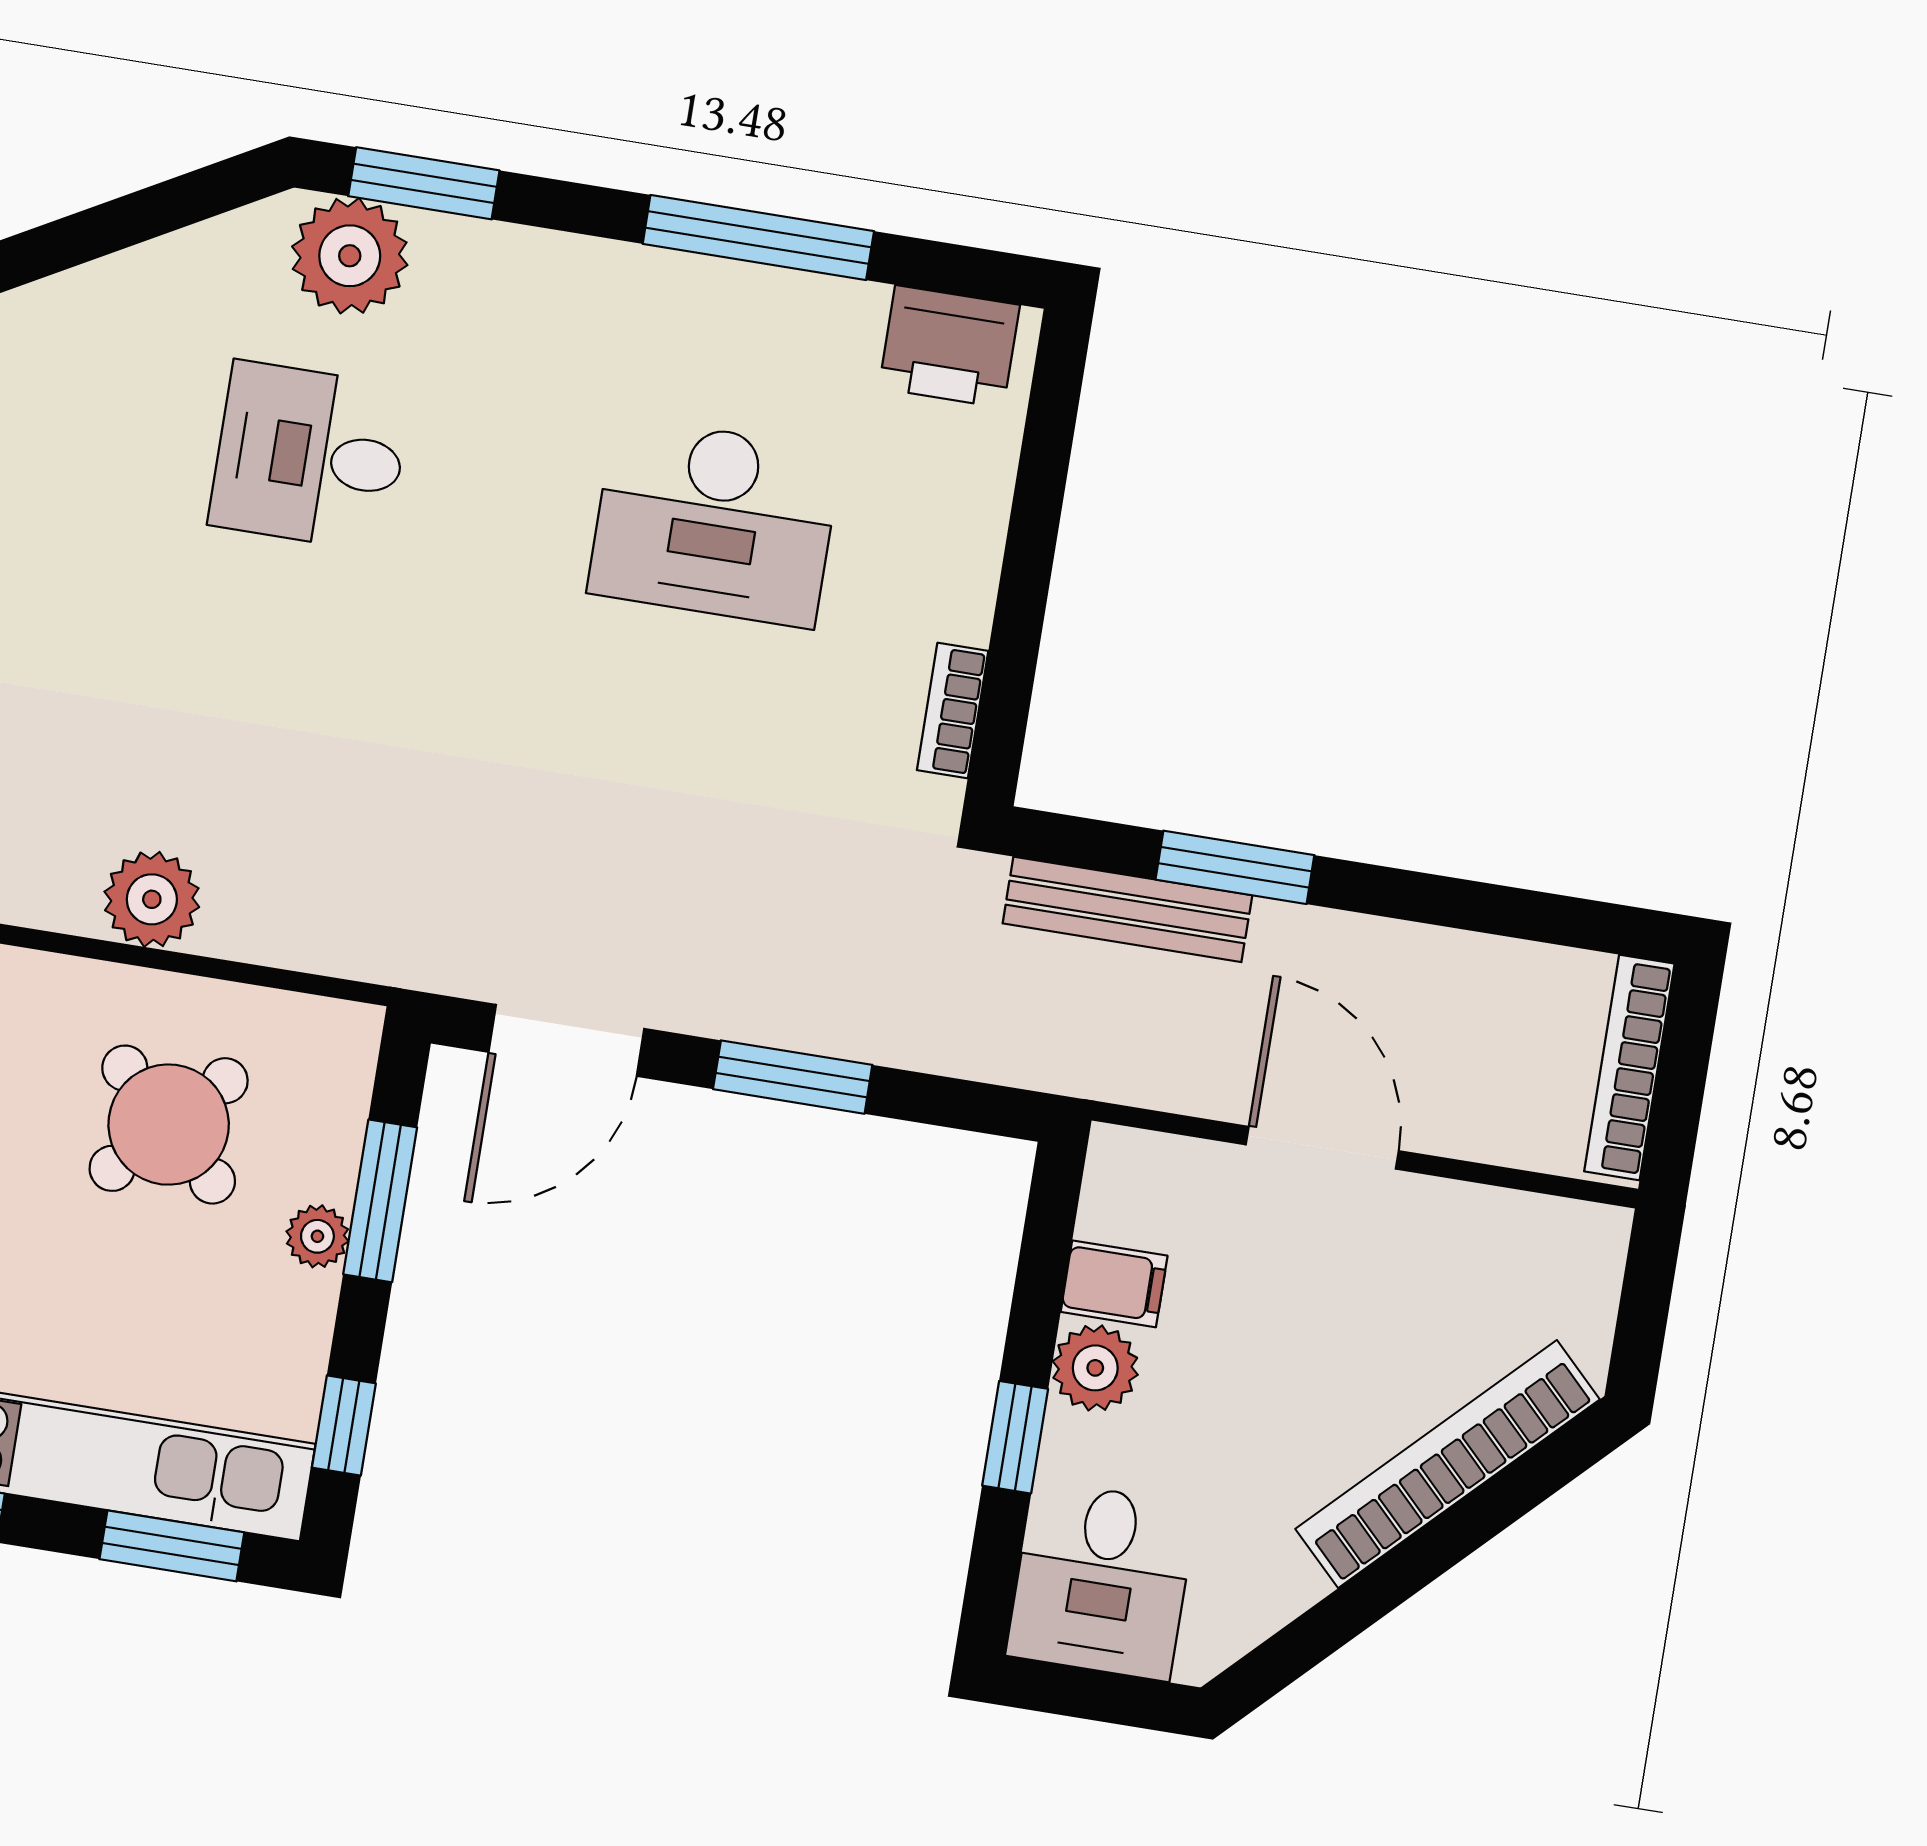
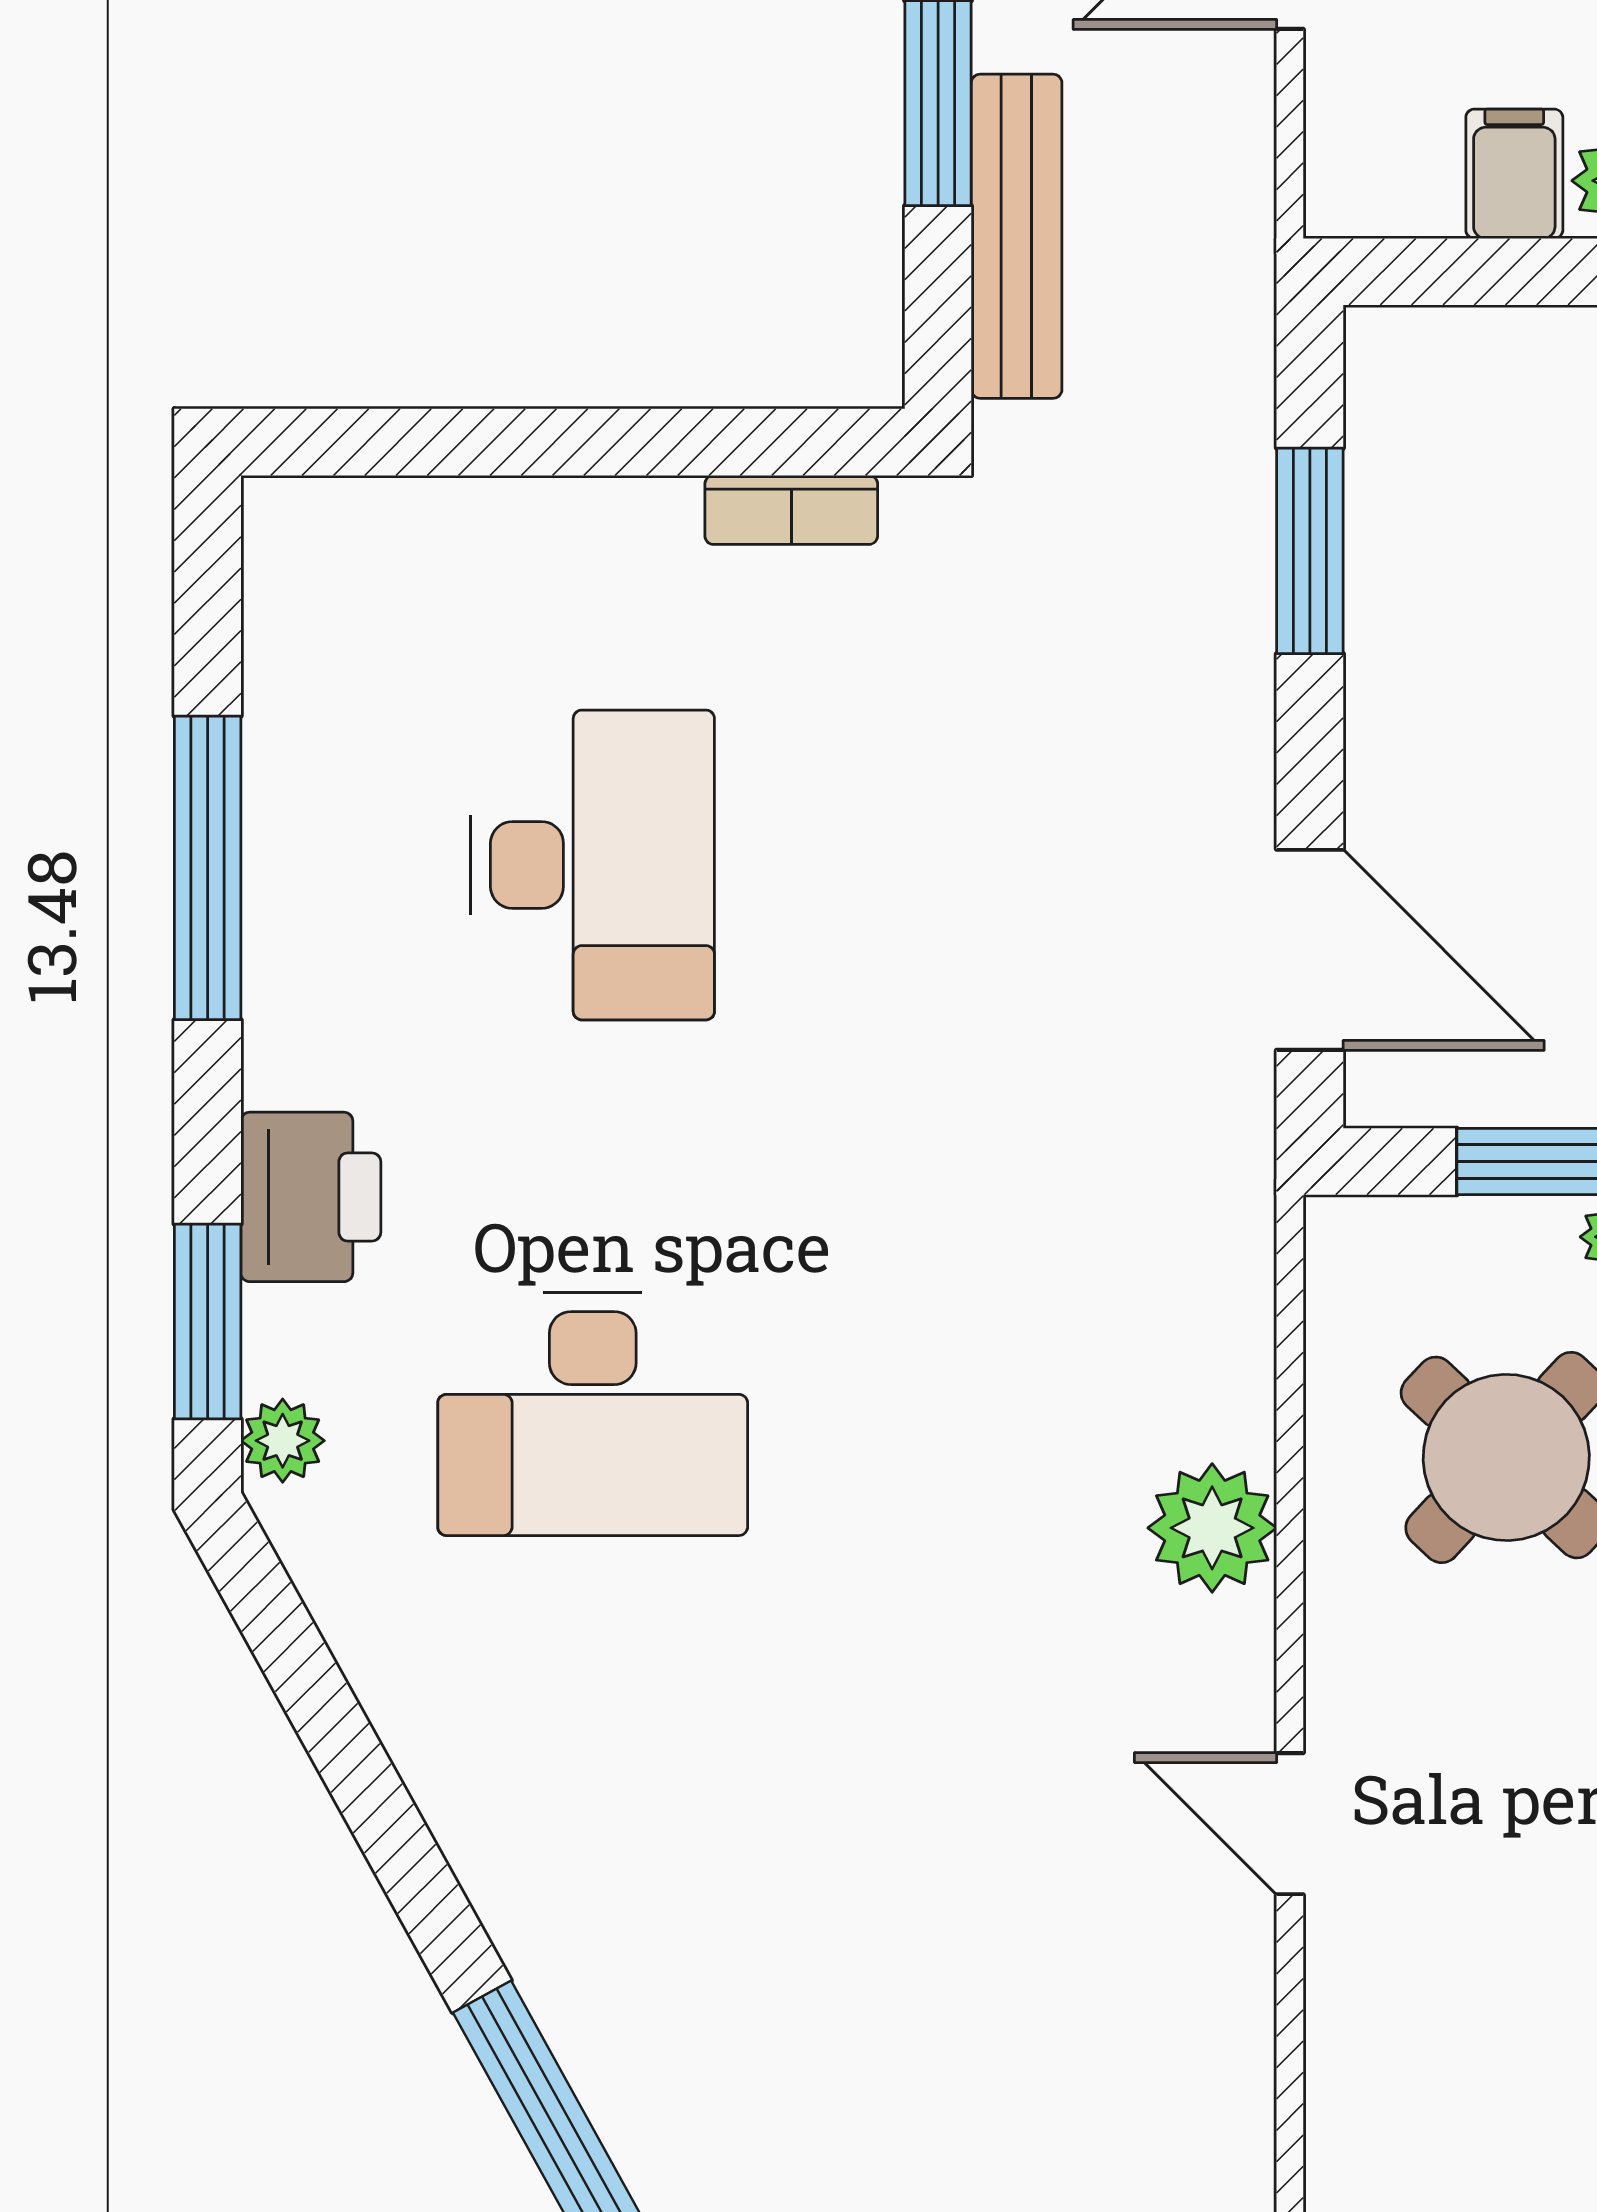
plant: (350, 256) -> (283, 1441), width x0.53, depth x0.53
printer: (949, 347) -> (311, 1197), moved
desk: (310, 456) -> (593, 1414), width x1.37
window: (793, 1077) -> (1310, 551), moved

